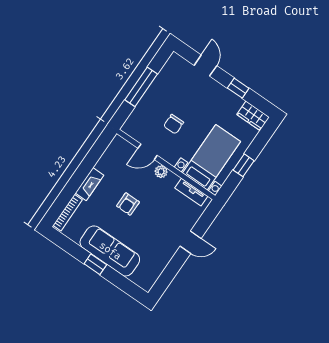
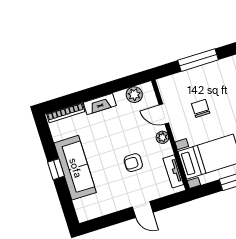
chair: (174, 124) -> (201, 108), turned 90
plant: (111, 155) -> (134, 95), added
armchair: (128, 204) -> (133, 163), moved

